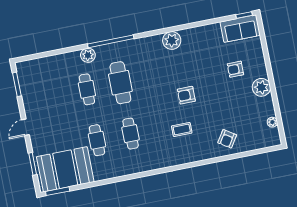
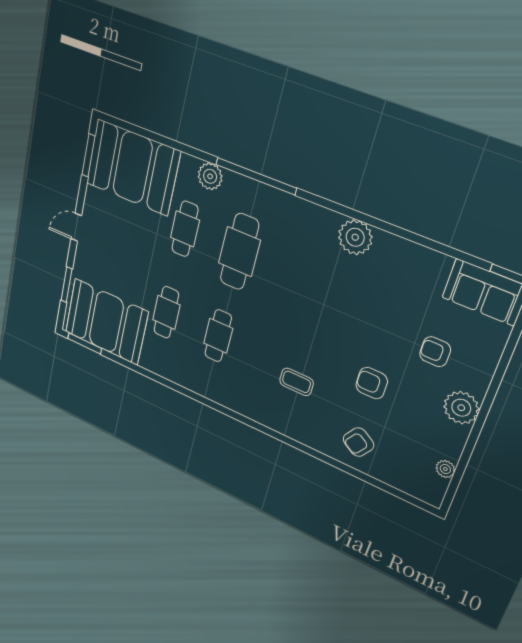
booth: (45, 76) -> (133, 167), added
armchair: (186, 95) -> (372, 383), moved

